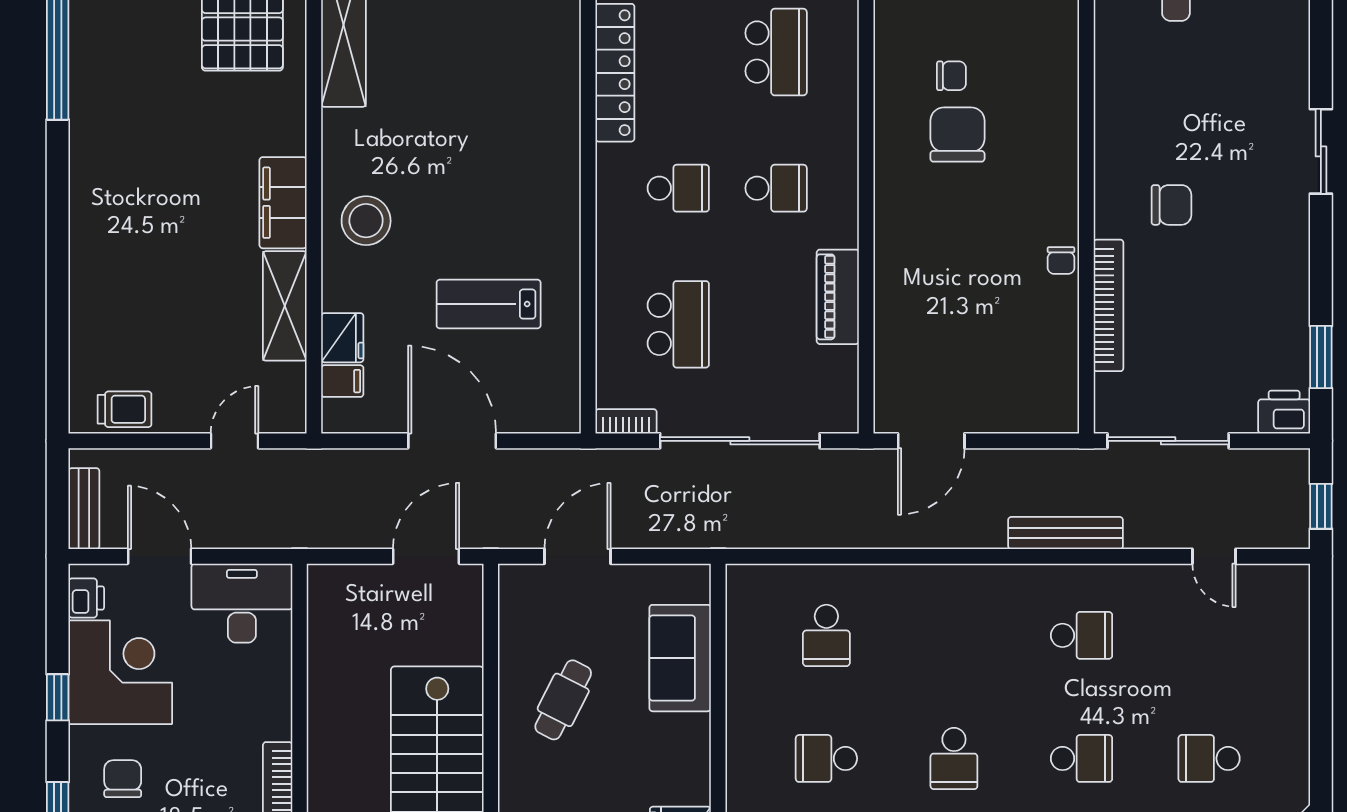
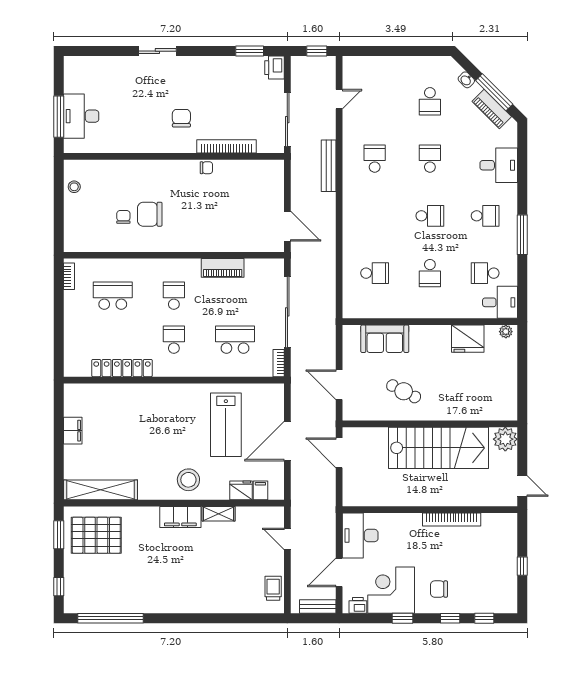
lab bench: (489, 304) -> (226, 425), width x1.36, depth x1.39
shelving: (285, 306) -> (219, 514), width x0.67, depth x0.75

